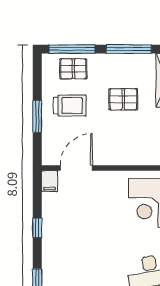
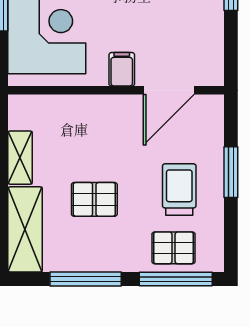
trolley: (70, 106) -> (179, 189), turned 90
filing cabinet: (50, 181) -> (122, 69), moved

